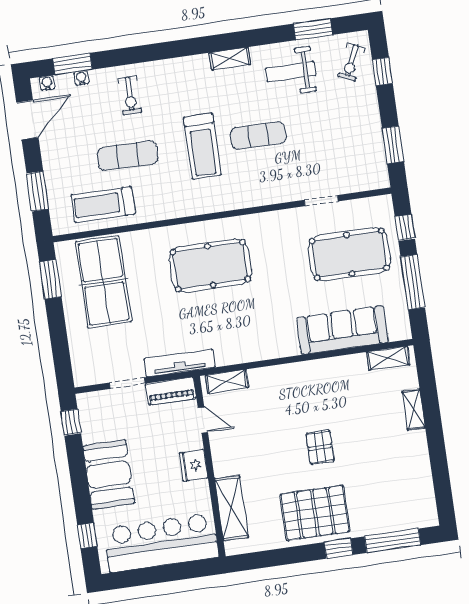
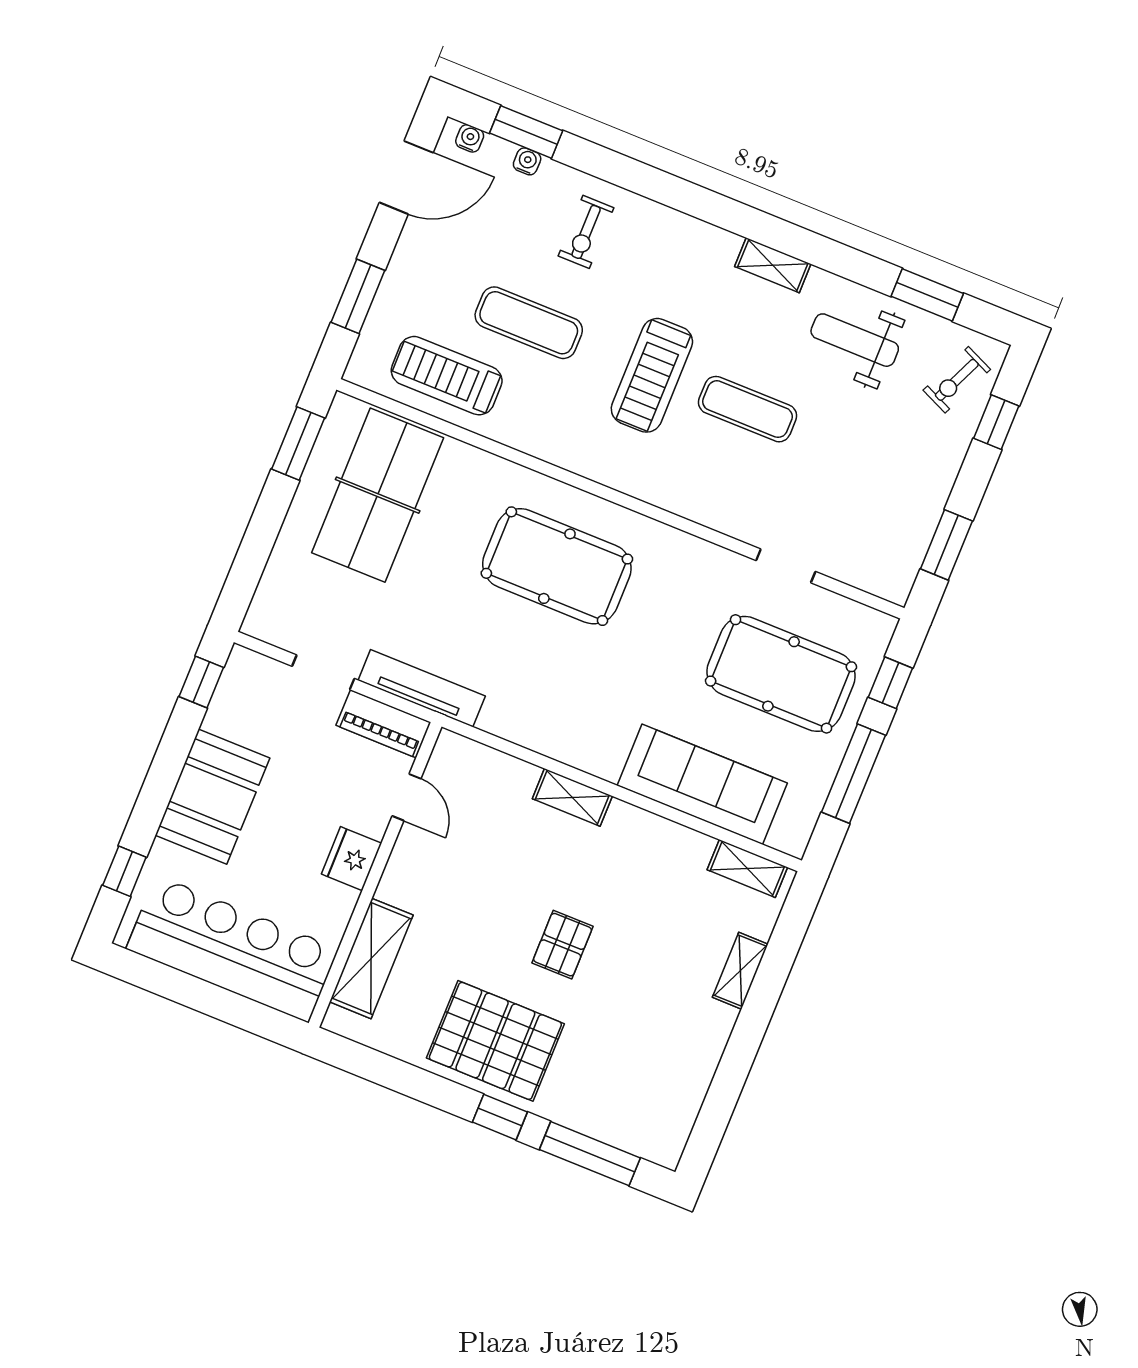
shelving: (227, 381) -> (572, 797), moved

